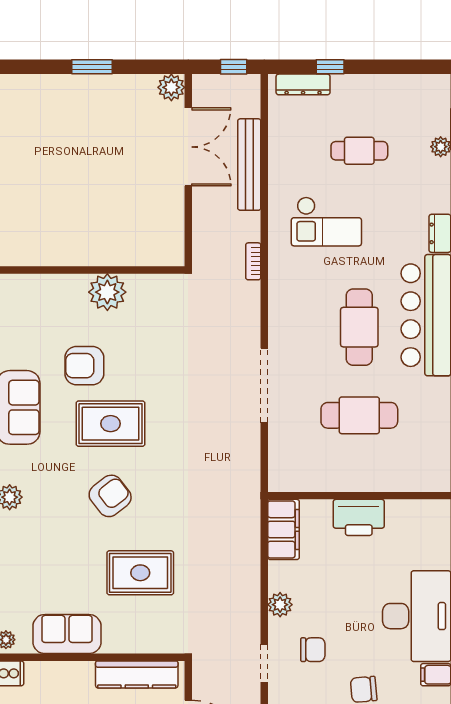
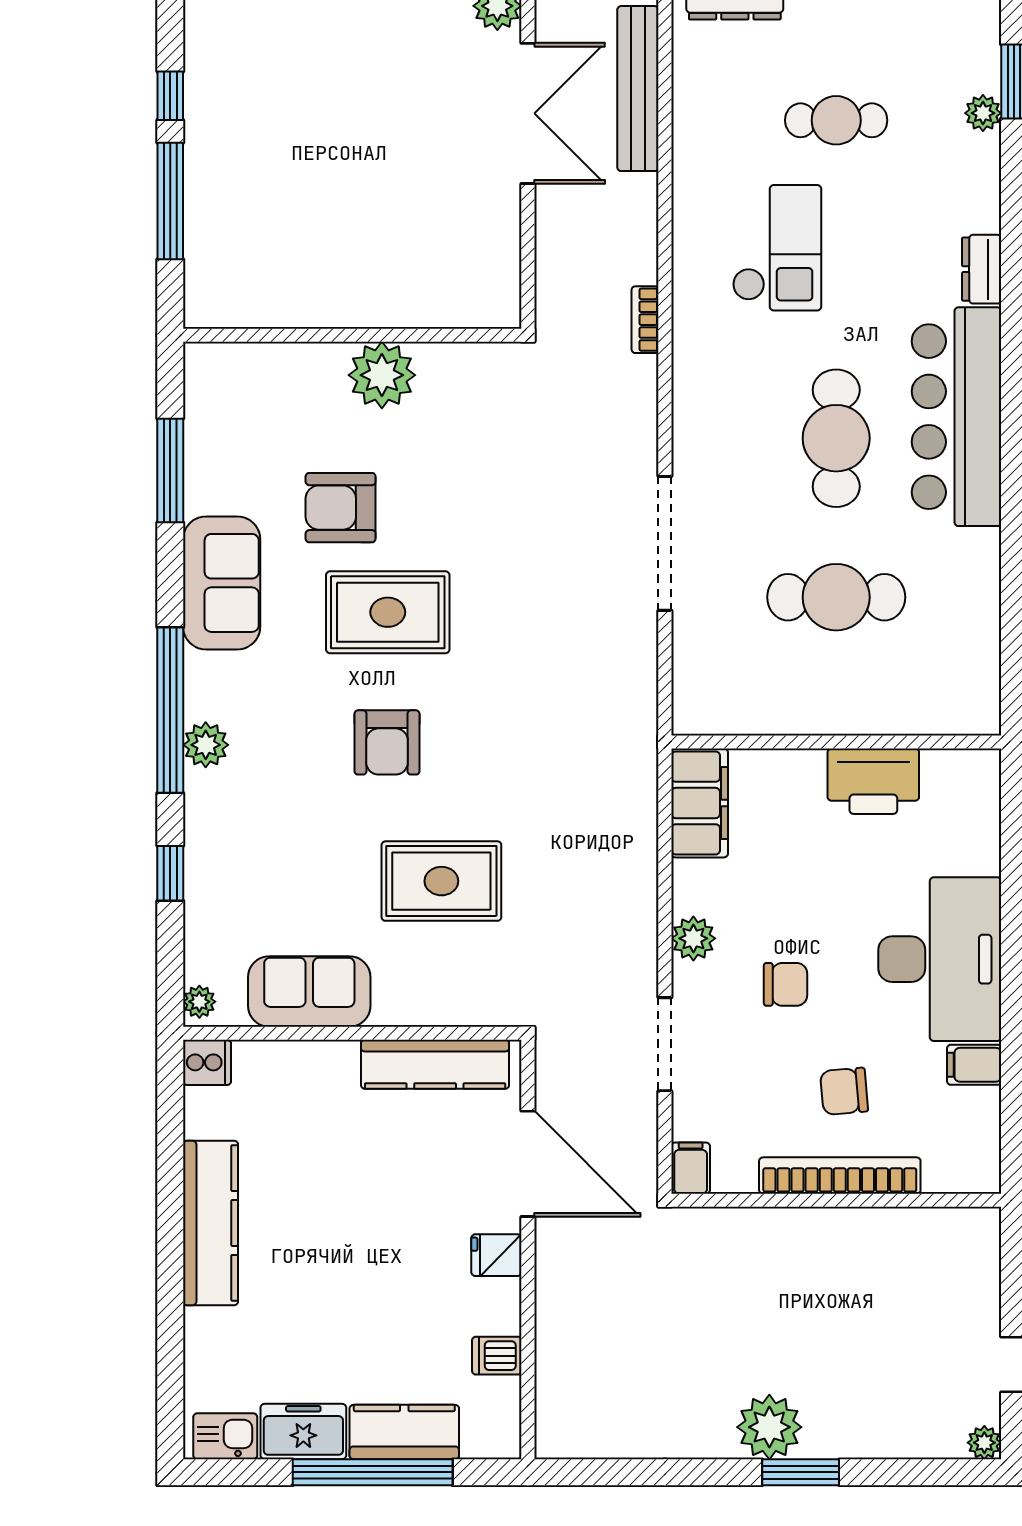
bench: (249, 165) -> (638, 89), moved
checkout: (326, 221) -> (777, 248), turned -90
armchair: (110, 496) -> (387, 742), turned 128
printer: (359, 517) -> (873, 781), moved
chair: (313, 650) -> (786, 984), moved
doorway: (264, 663) -> (665, 1044), width x1.38

